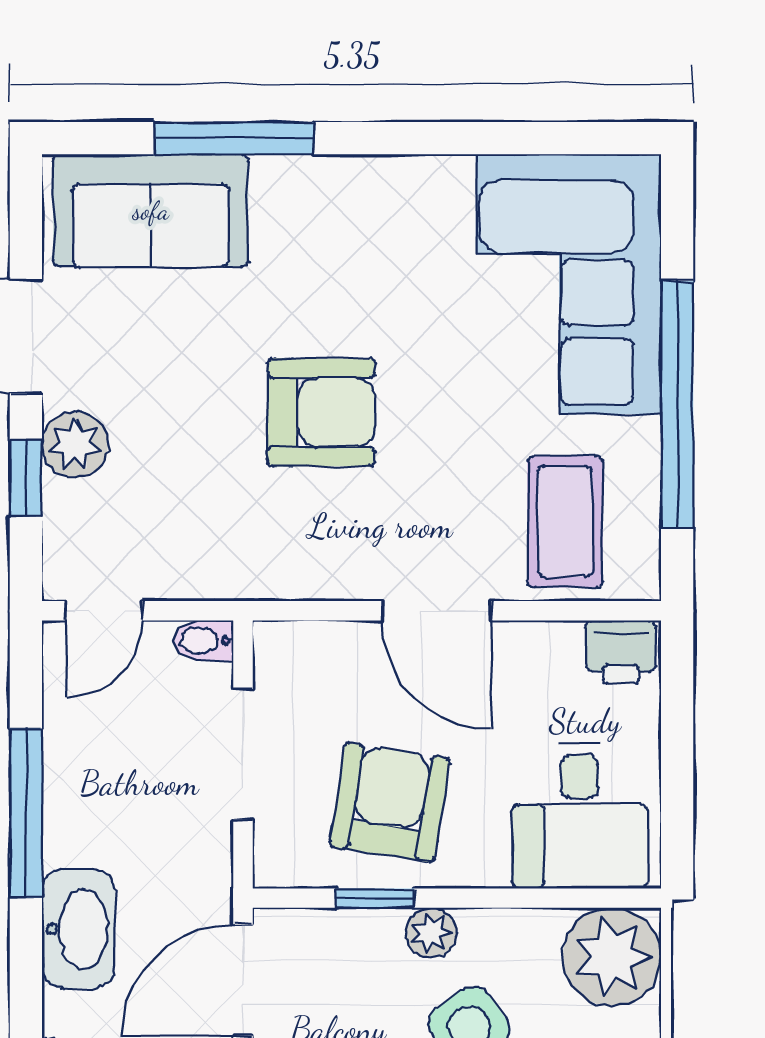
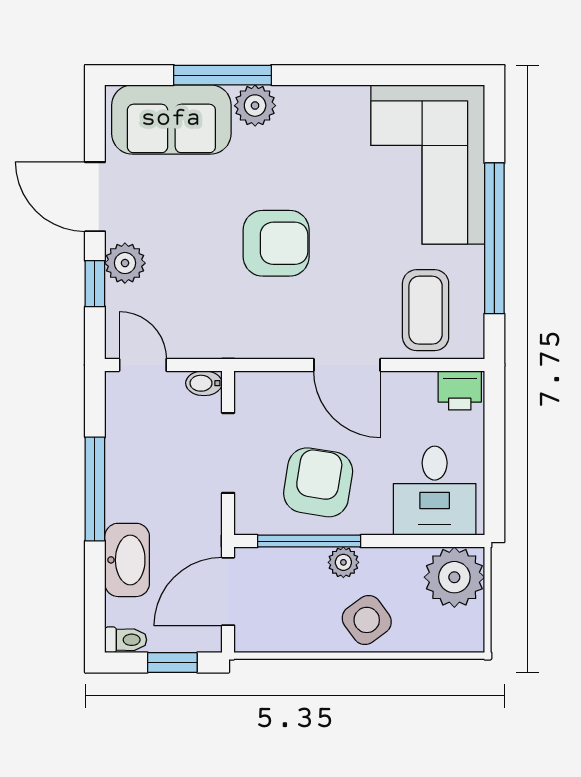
plant: (287, 188) -> (255, 106), added
door: (104, 611) -> (143, 365), swing flipped
window: (375, 898) -> (309, 541), width x2.17

